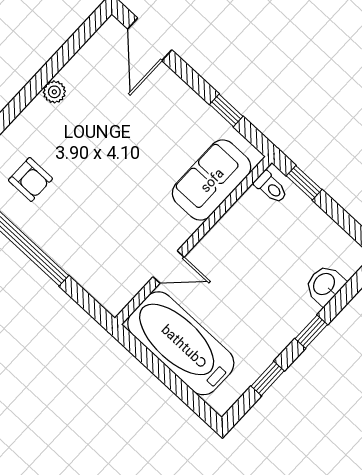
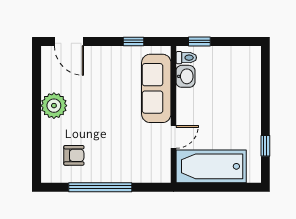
plant: (54, 92) -> (54, 106), width x1.87, depth x1.87
sofa: (212, 180) -> (156, 88), width x1.36
washbasin: (325, 285) -> (185, 76), moved, turned 180
window: (311, 332) -> (265, 106), removed

